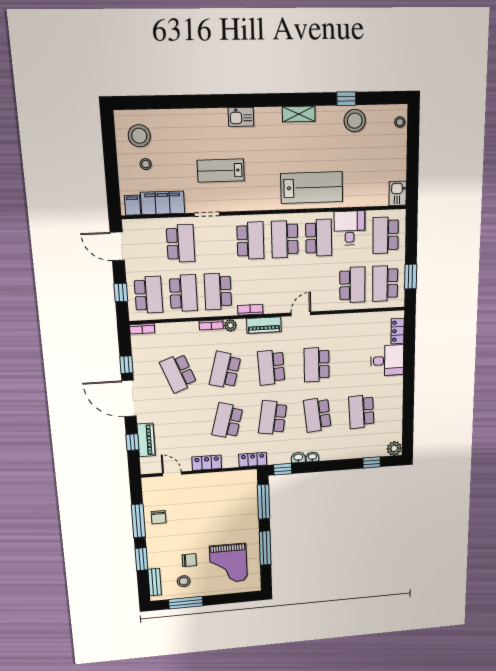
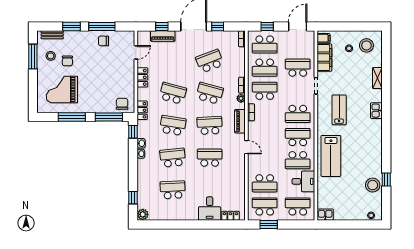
shelving: (299, 114) -> (377, 78), moved
lab bench: (221, 171) -> (339, 110), moved
school desk: (181, 244) -> (298, 68), turned 180
chair: (245, 486) -> (122, 104), added

